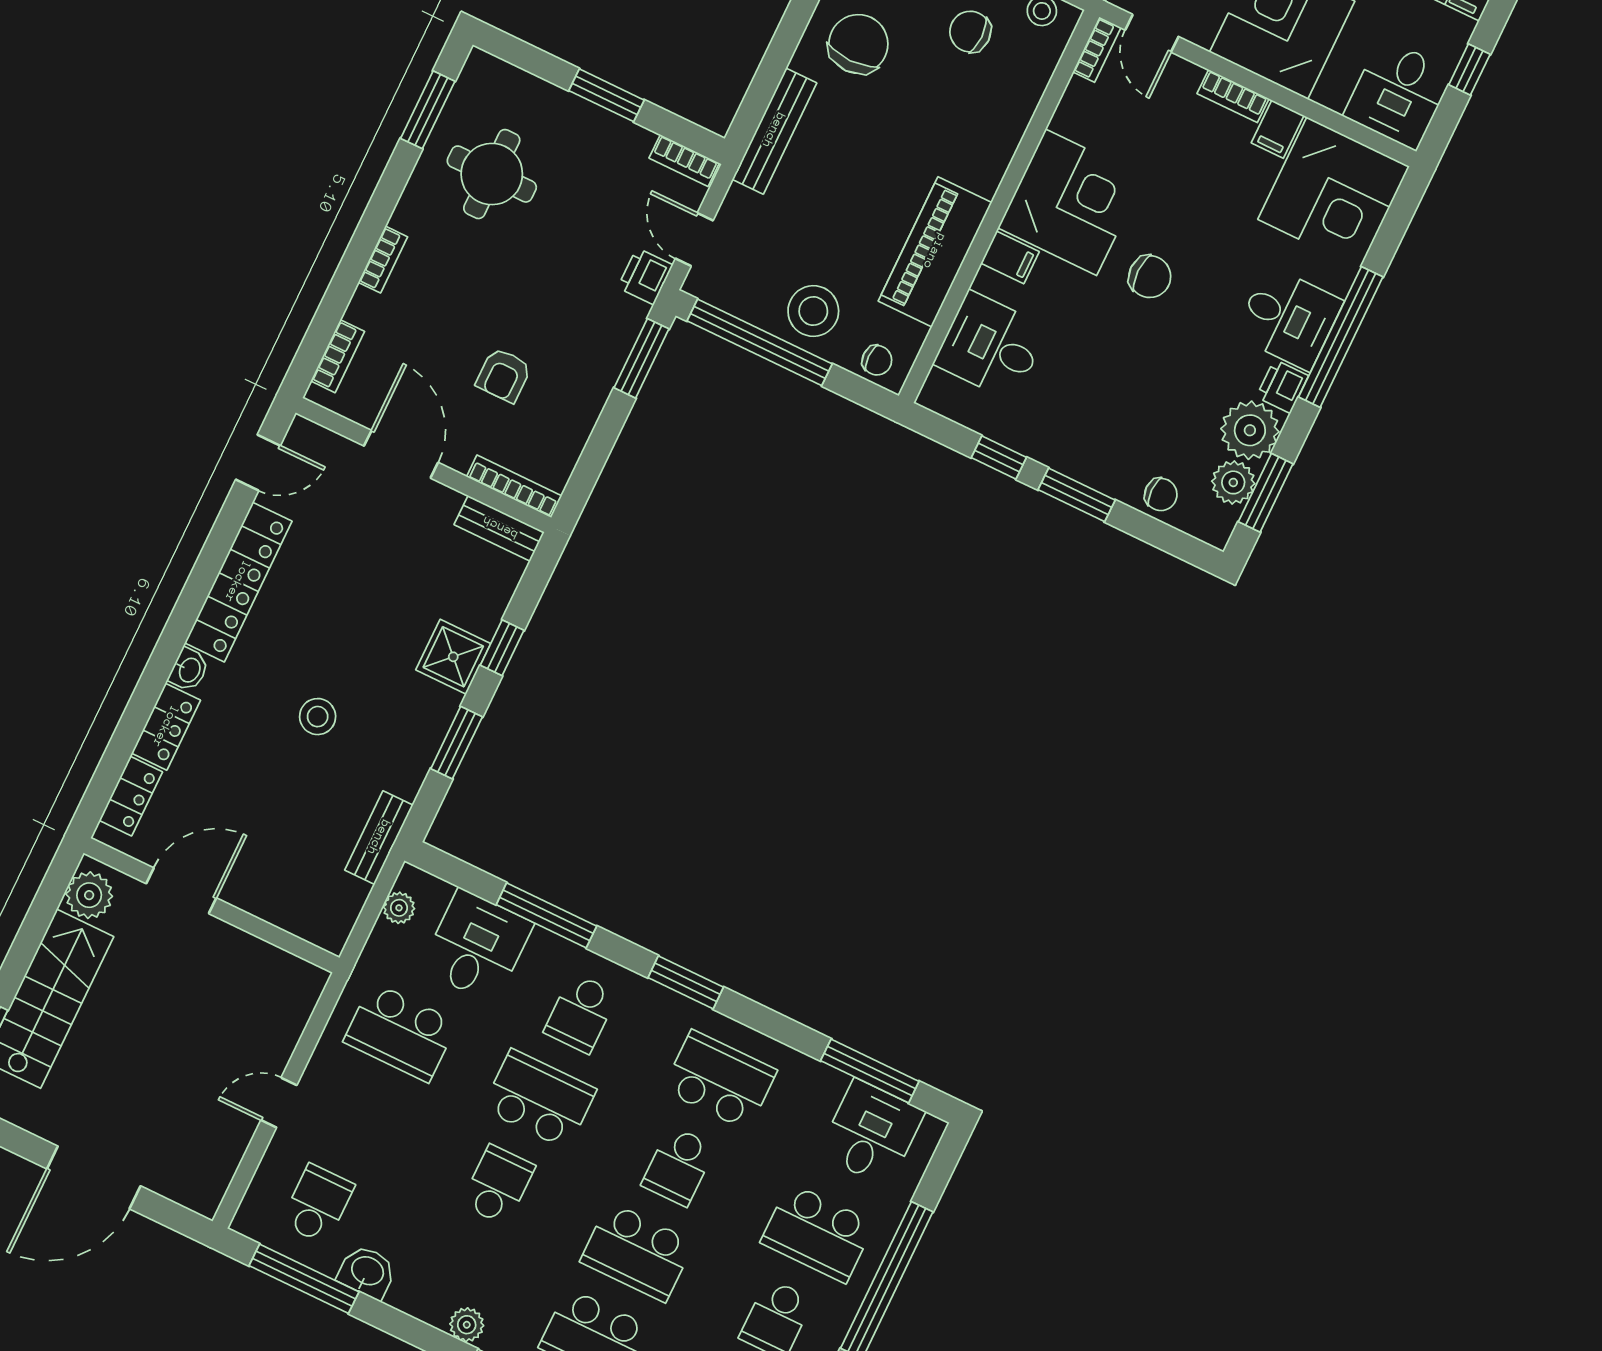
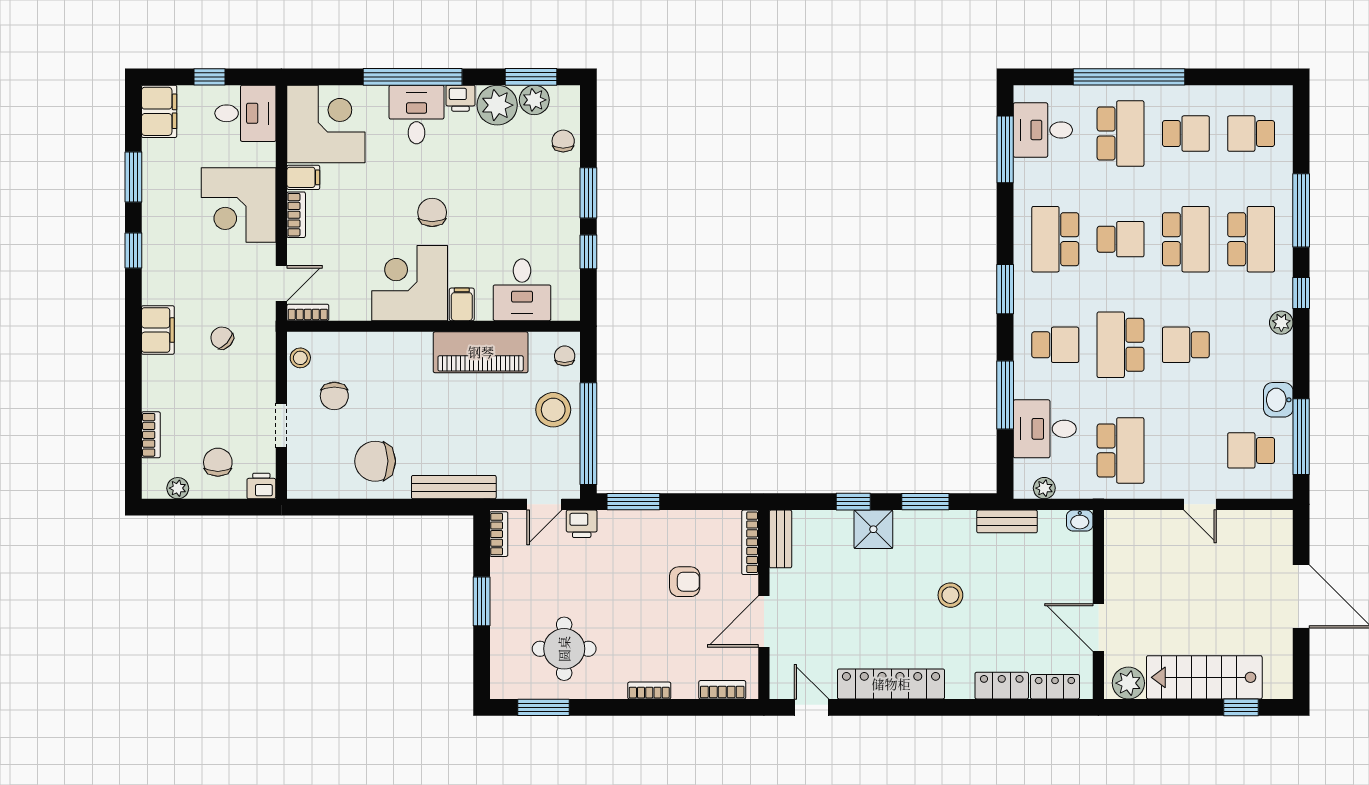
washbasin: (189, 670) -> (1080, 521), moved, turned 180

